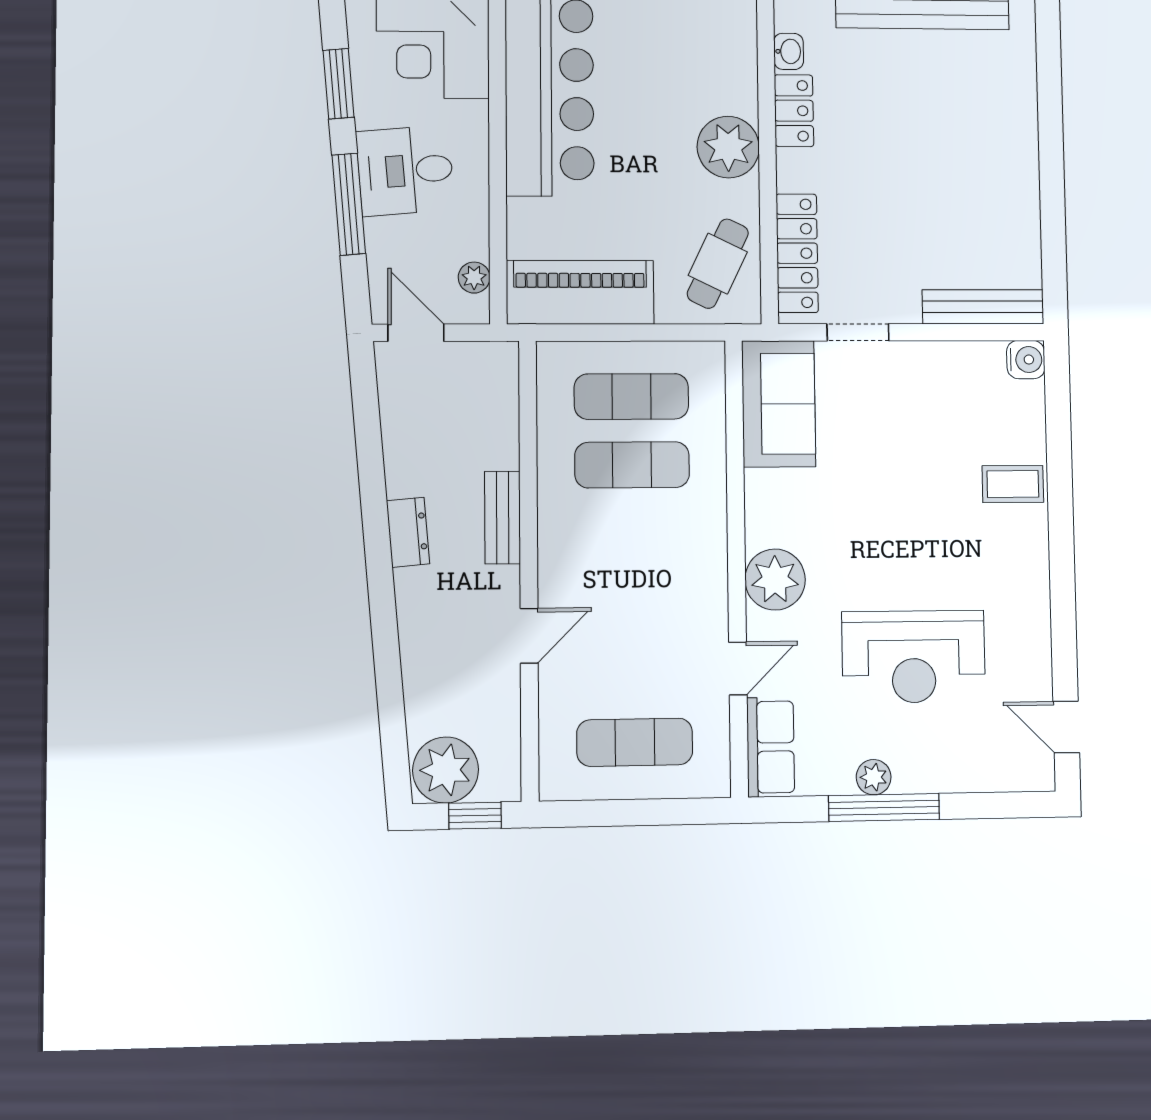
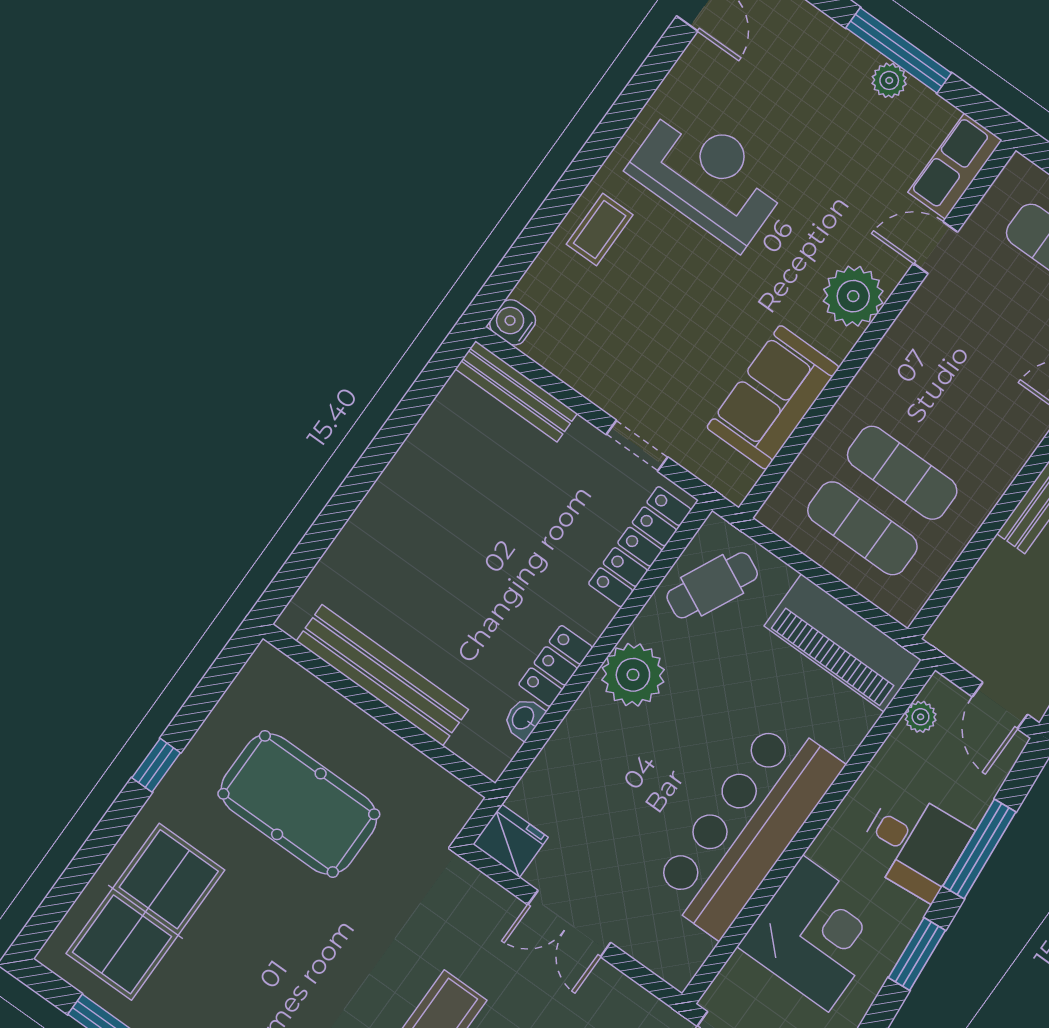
sofa: (779, 404) -> (773, 397), moved
coffee table: (1013, 484) -> (600, 230), turned 90
reception desk: (914, 657) -> (708, 176), moved

